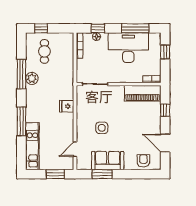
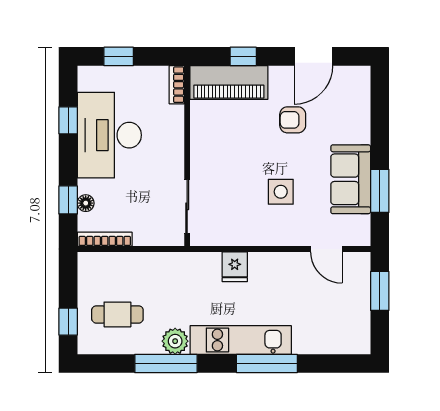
window: (135, 28) -> (68, 120), width x0.46
piano: (143, 93) -> (229, 83), moved, turned 90
kitchen unit: (32, 146) -> (241, 340), moved
armchair: (143, 161) -> (293, 120), moved

